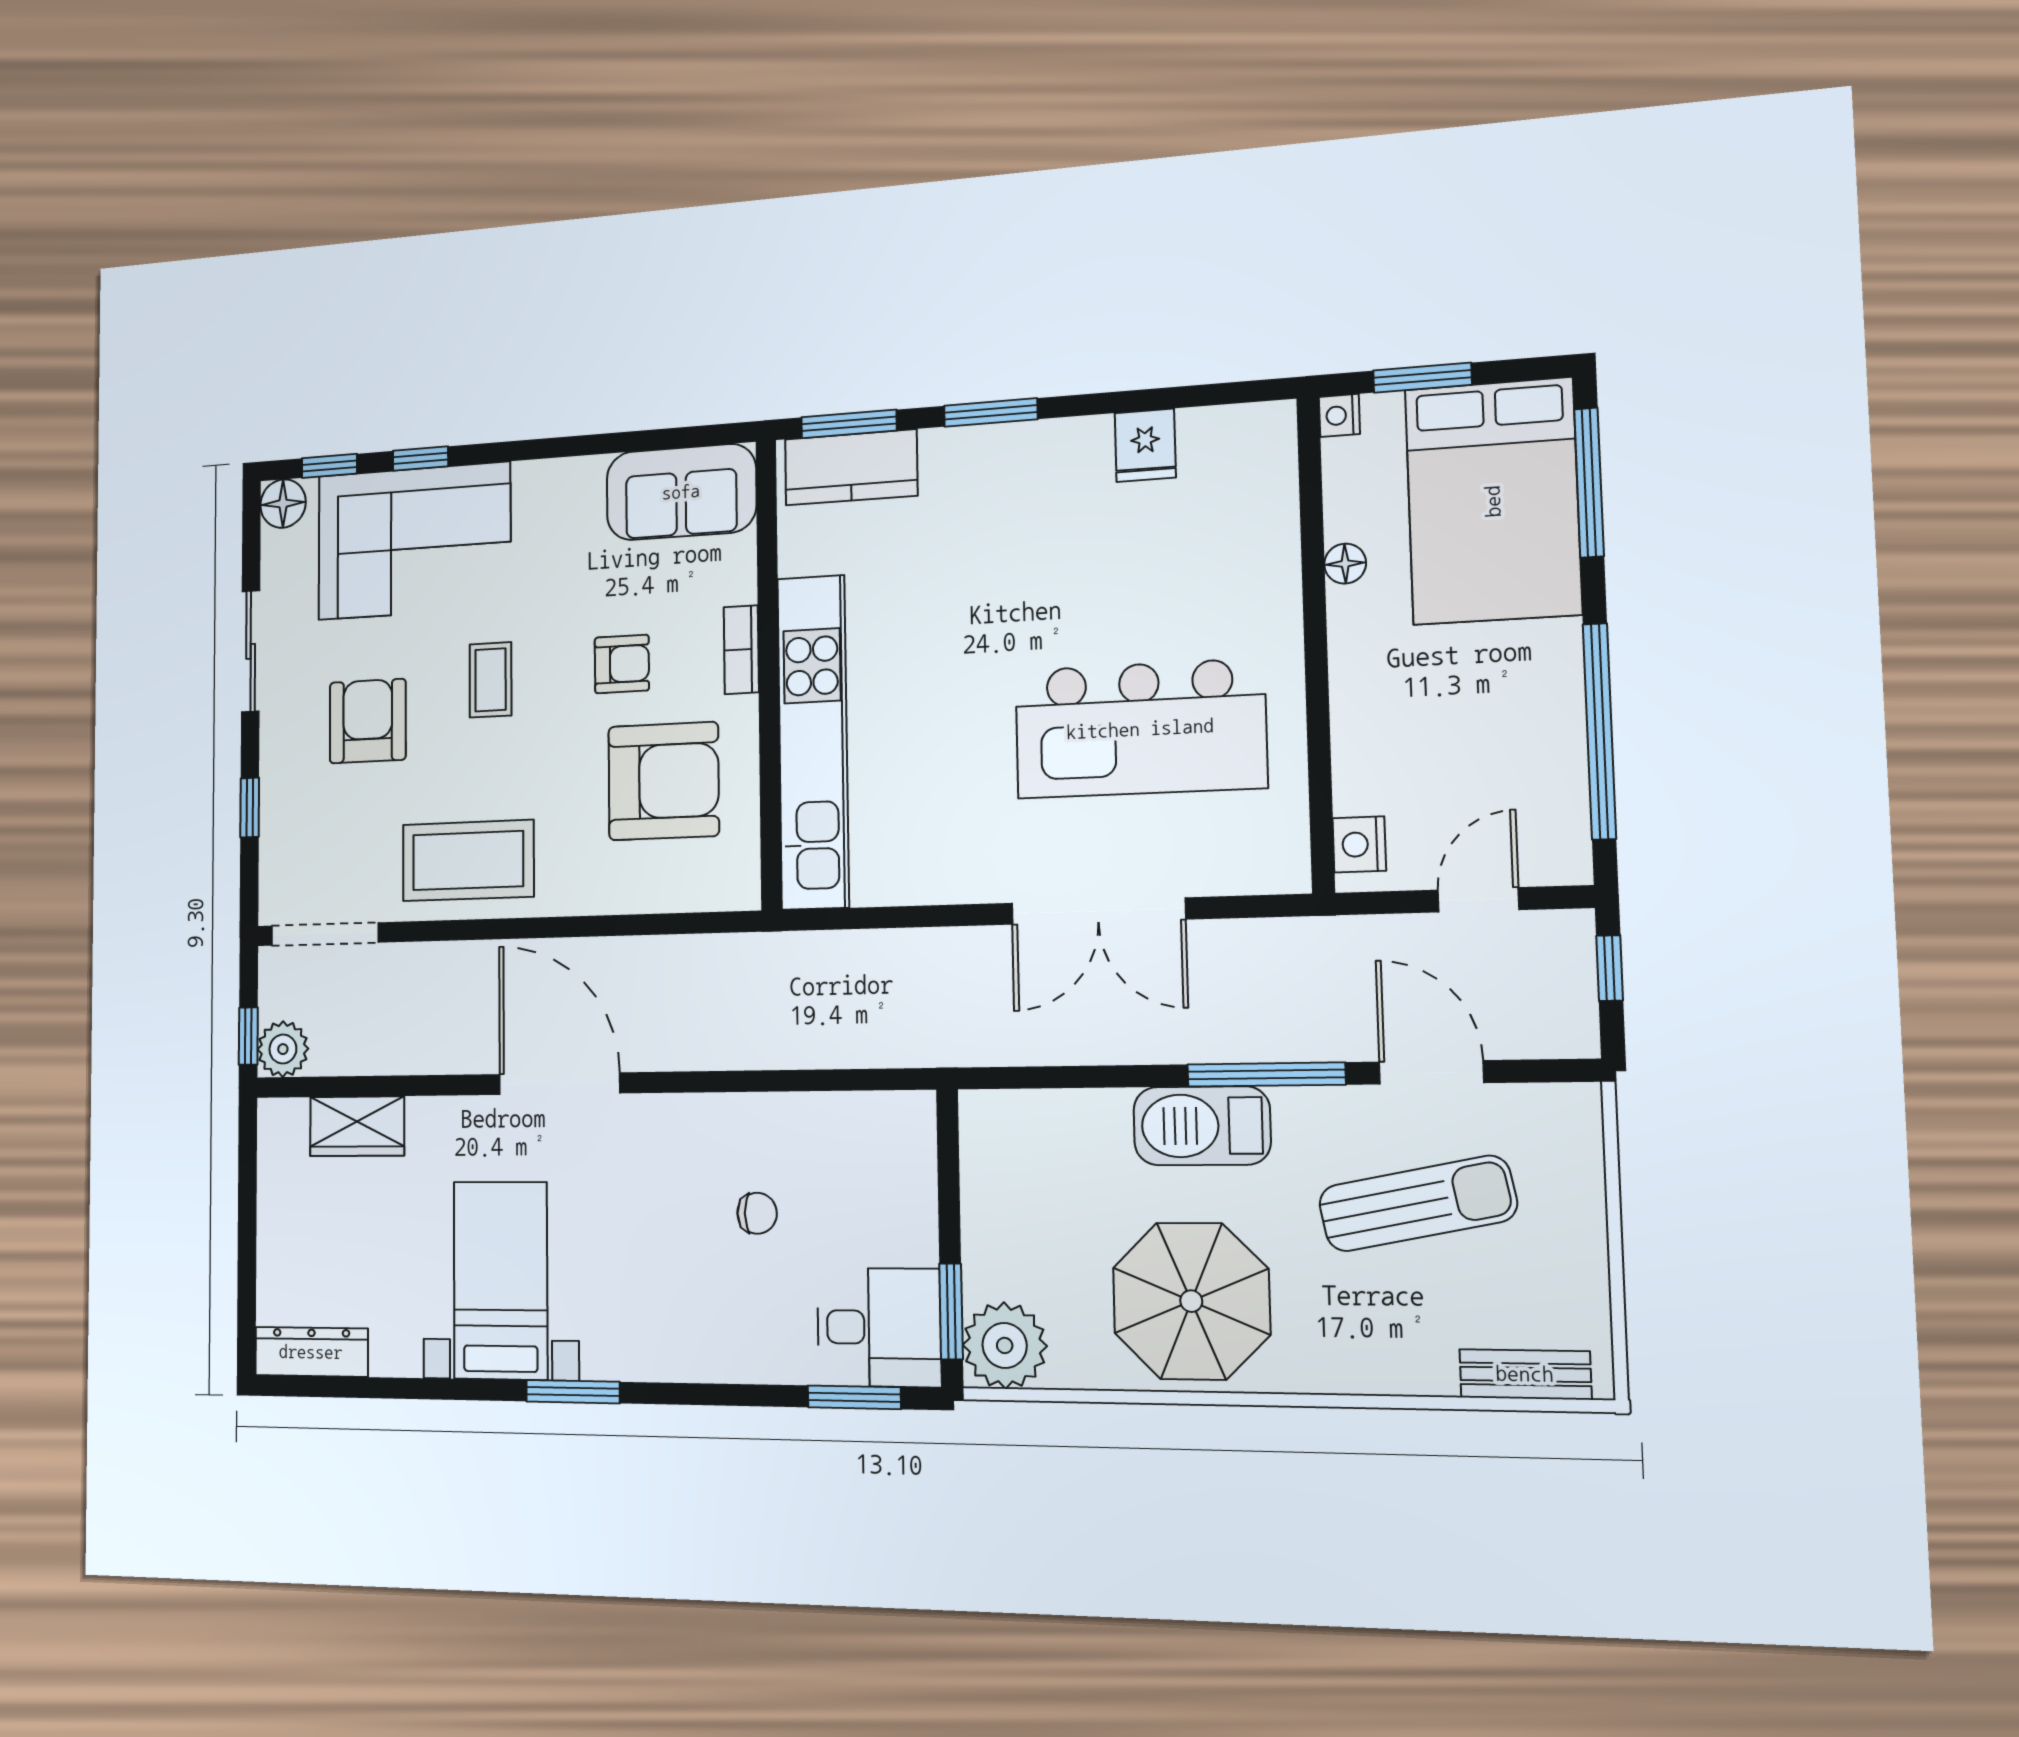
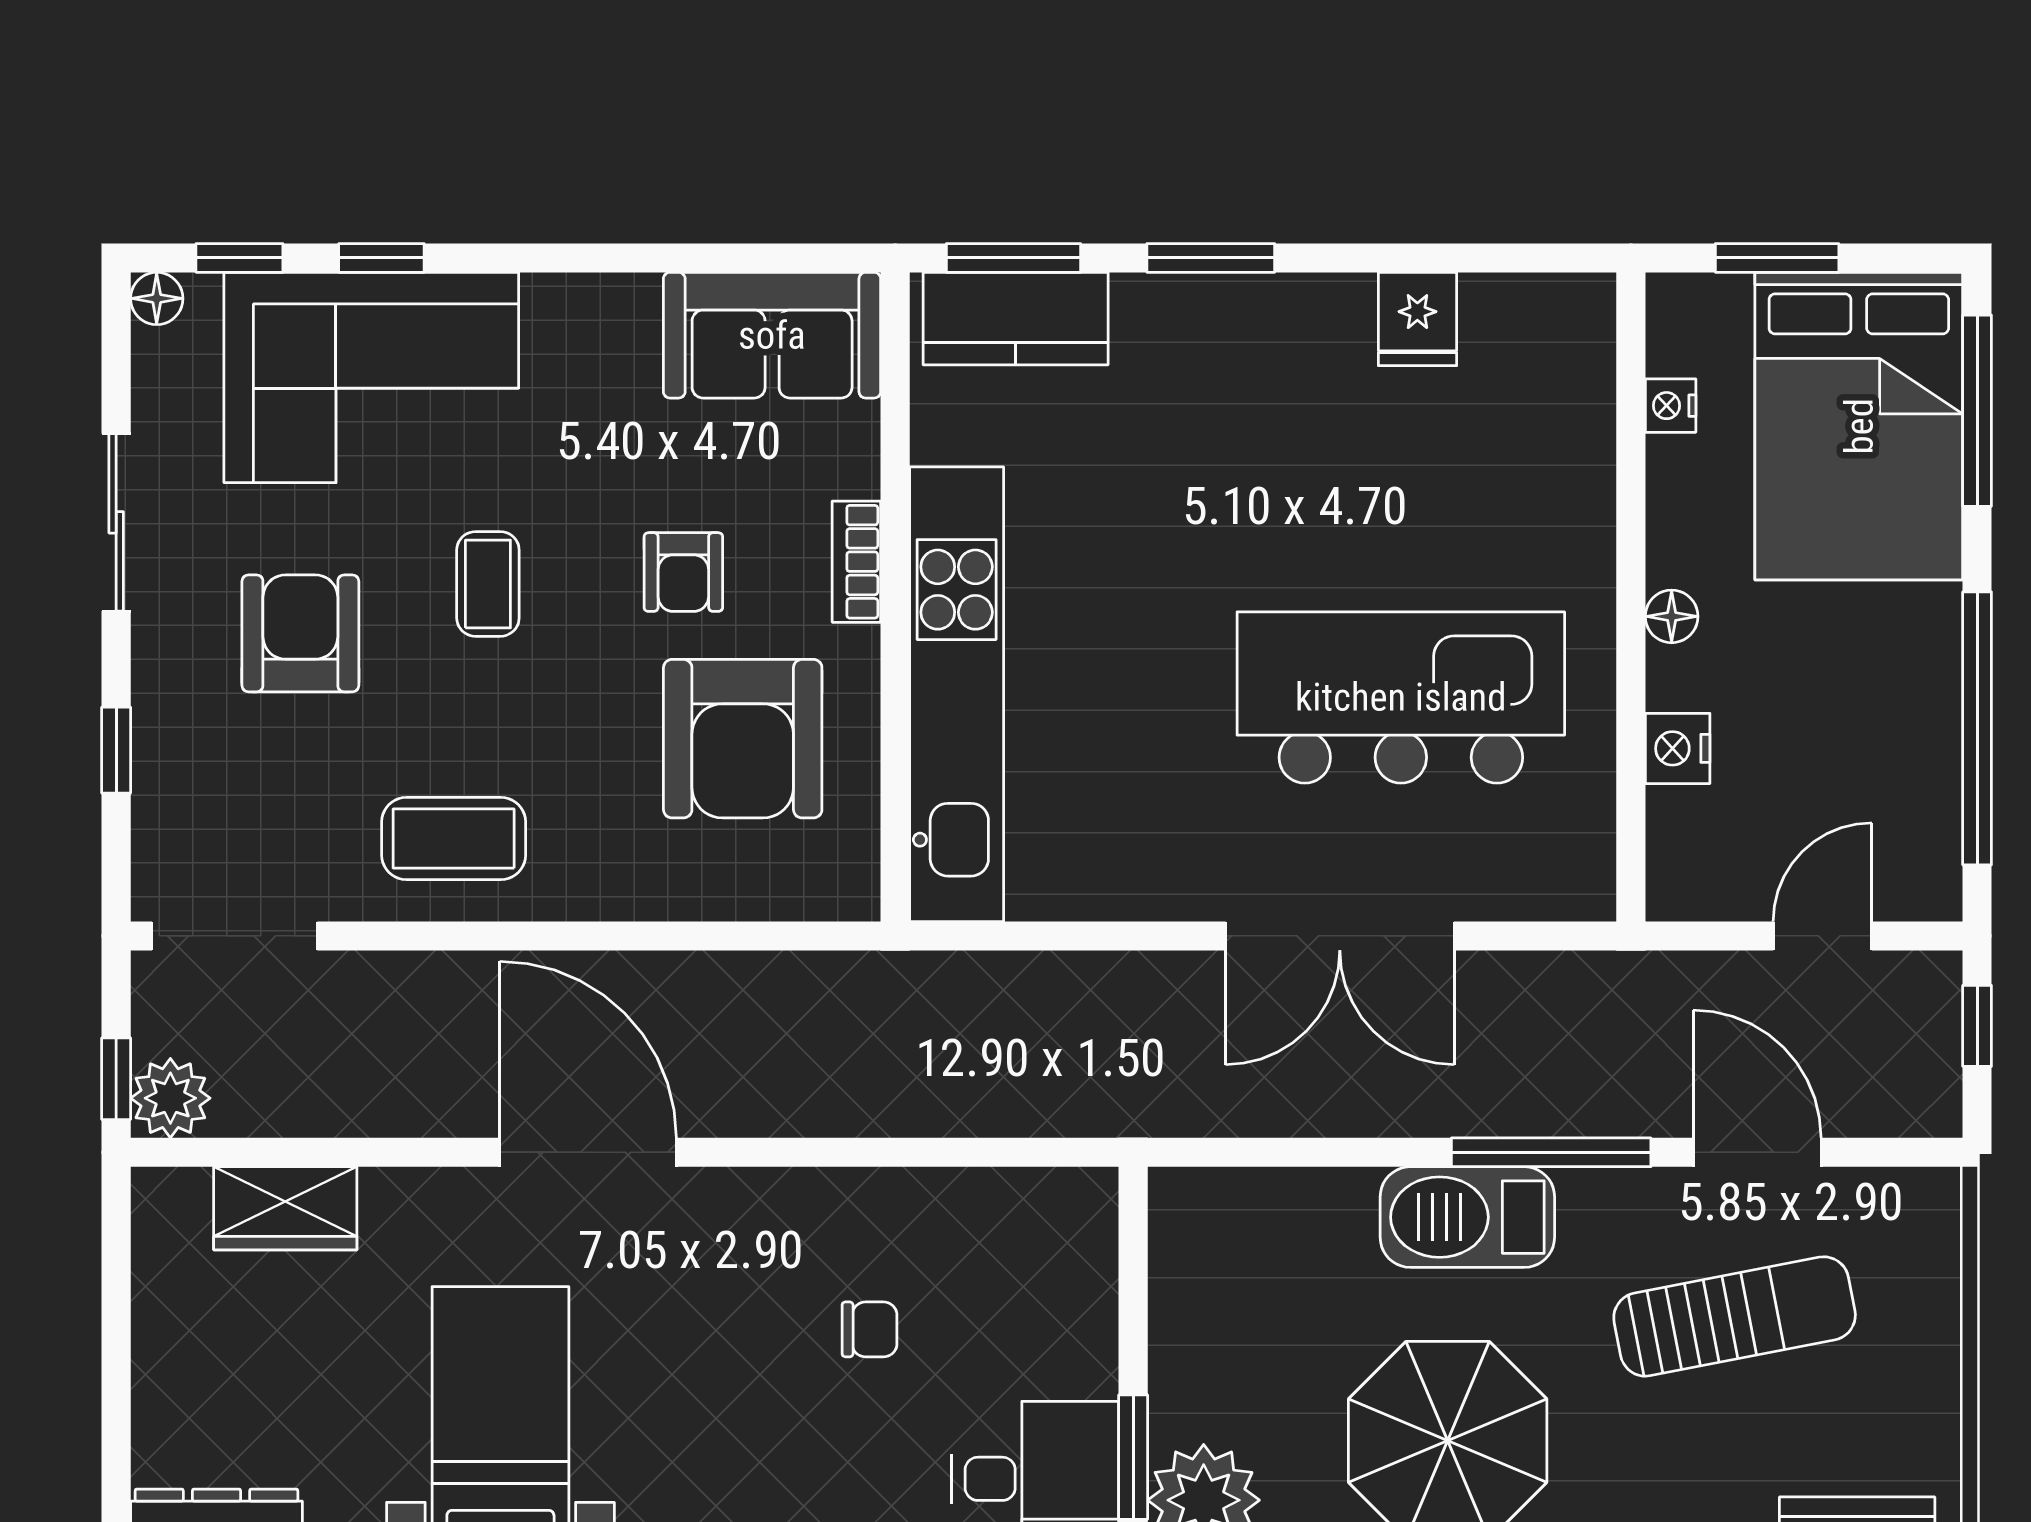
nightstand: (1339, 415) -> (1671, 406), moved
floor lamp: (283, 504) -> (157, 298), width x0.73, depth x0.73
floor lamp: (1345, 564) -> (1672, 616), moved
armchair: (622, 664) -> (683, 572), turned 90
kitchen island: (1140, 729) -> (1401, 697), turned 180
armchair: (664, 781) -> (743, 739), turned 90
nightstand: (1359, 844) -> (1678, 748), moved
coffee table: (468, 861) -> (454, 839), width x0.73, depth x0.76

